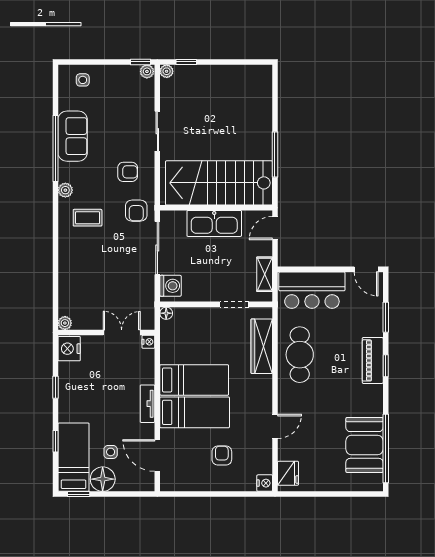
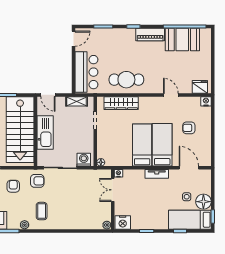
piano: (373, 360) -> (150, 34), moved
door: (157, 456) -> (189, 168), swing flipped

